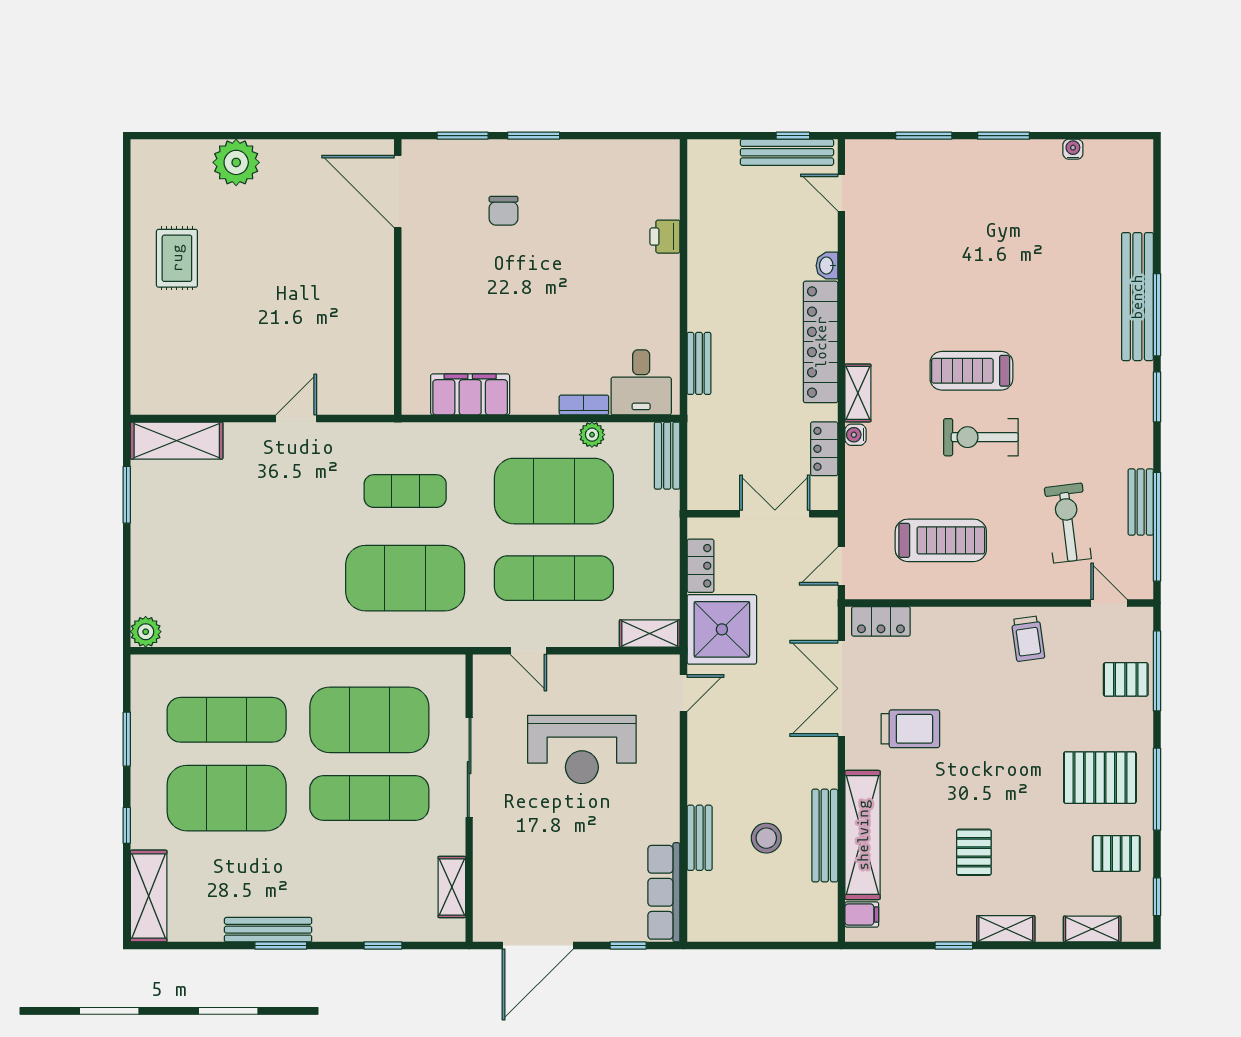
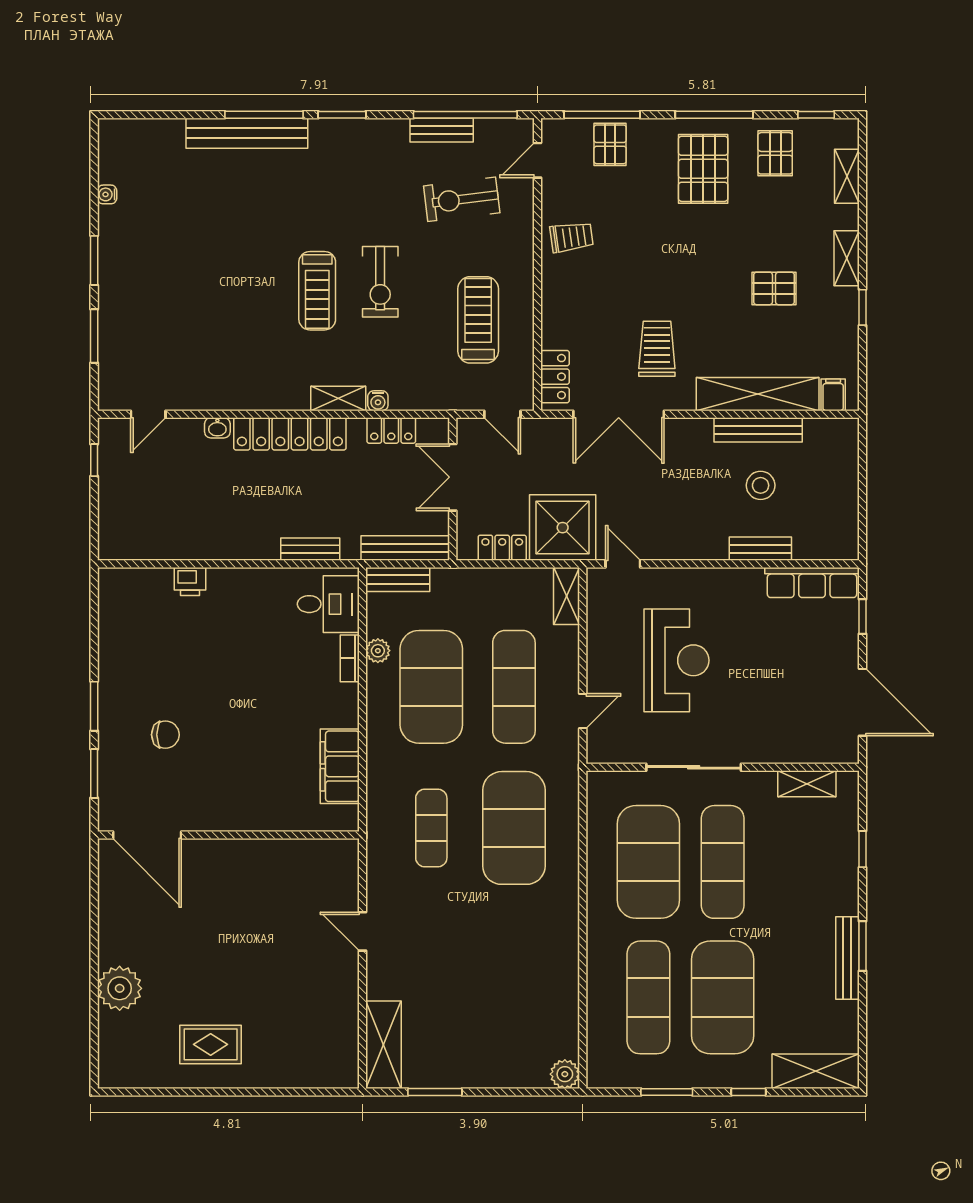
bench: (787, 152) -> (405, 548), moved, turned 90
door: (398, 191) -> (147, 835), hinge flipped

